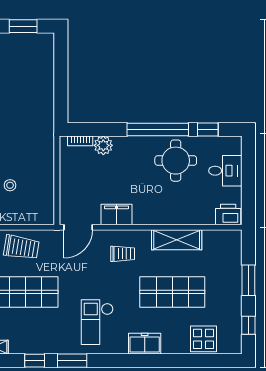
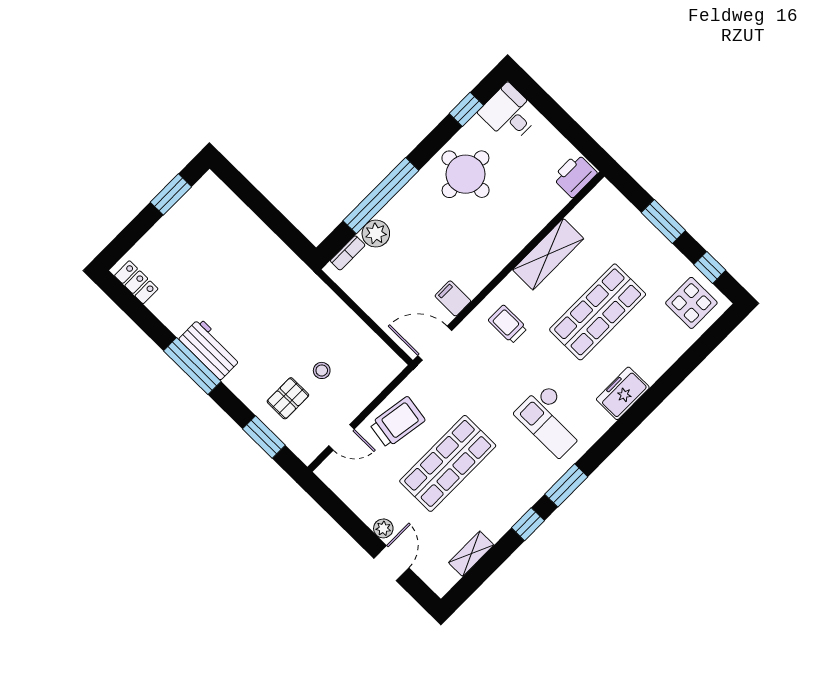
window: (158, 130) -> (381, 196), moved
desk: (225, 171) -> (509, 114), moved, turned -90
filing cabinet: (117, 215) -> (453, 298), width x0.50
door: (78, 227) -> (435, 343), swing flipped
trolley: (123, 254) -> (508, 324), turned -90
display table: (204, 339) -> (691, 303), moved

